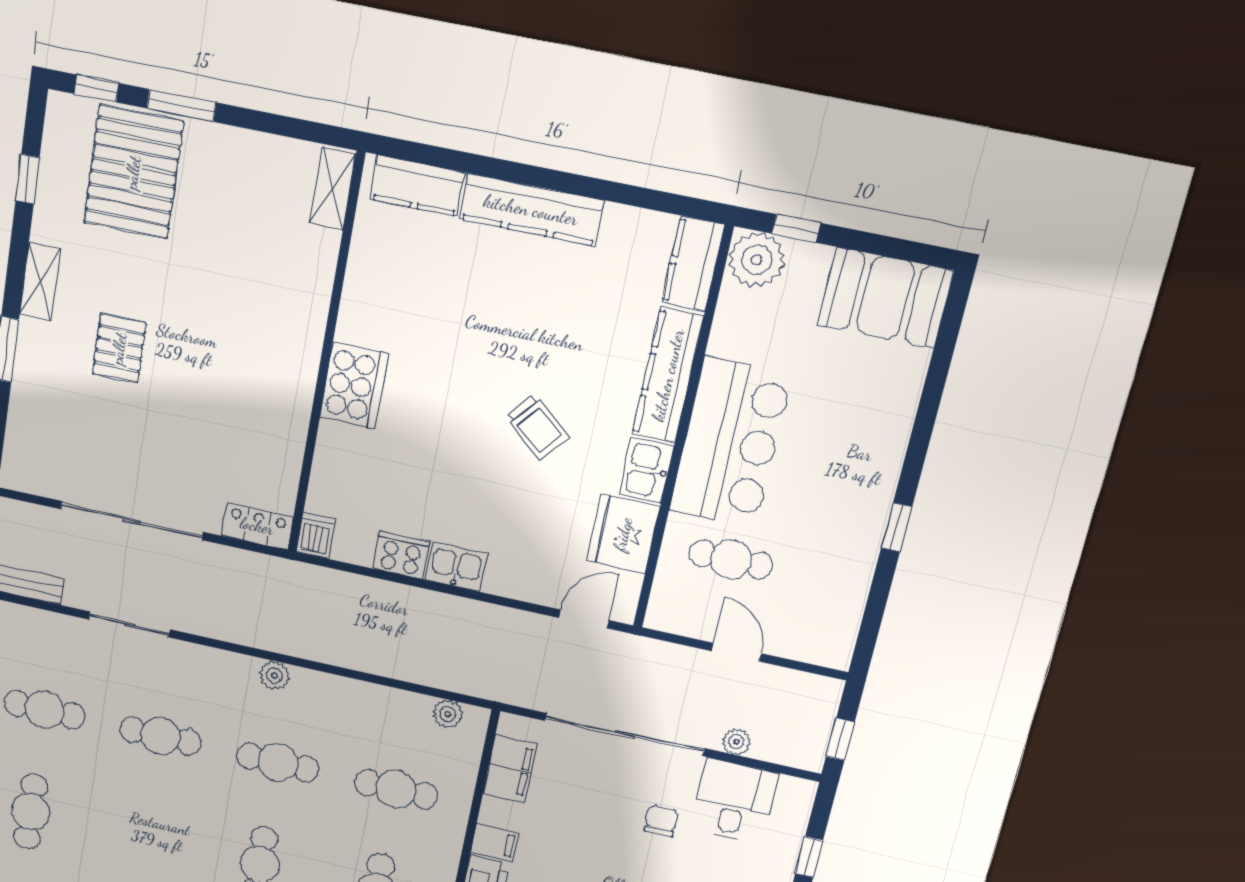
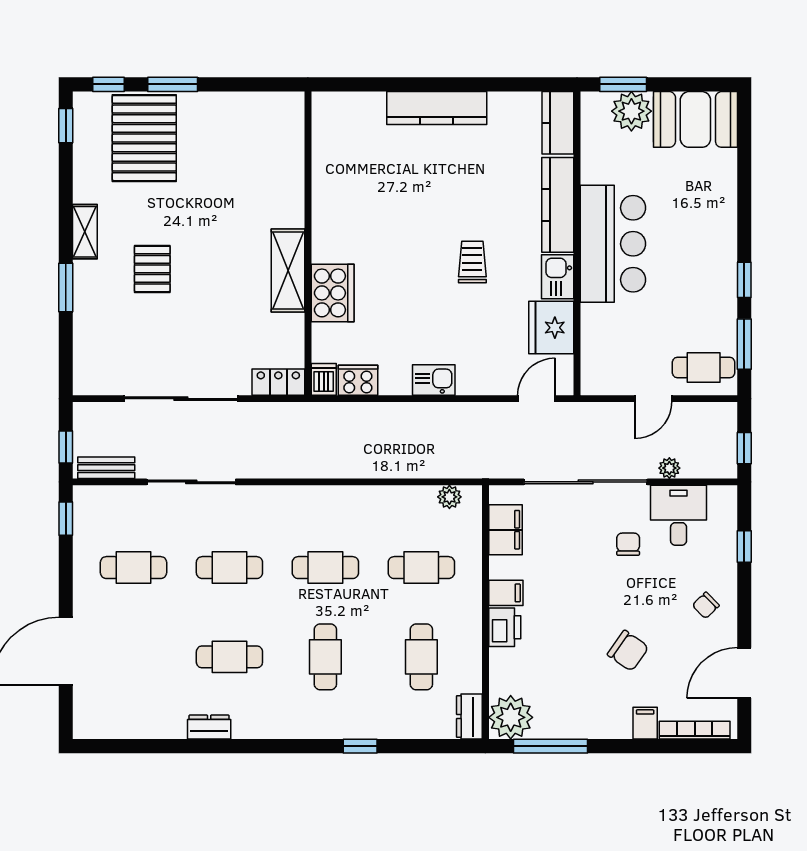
window: (27, 179) -> (66, 126), moved
kitchen counter: (417, 186) -> (353, 107), removed
shelving: (333, 189) -> (288, 271), moved, width x1.50, depth x1.33
window: (796, 228) -> (623, 84), width x1.50
plant: (757, 260) -> (631, 111), moved
cooker: (354, 386) -> (333, 293), moved
trolley: (537, 427) -> (472, 262), turned -130
cooker: (401, 555) -> (358, 380), moved
cafe table: (731, 559) -> (704, 367), moved
window: (875, 610) -> (744, 344), added
sliding door: (129, 624) -> (191, 482), width x1.37
door: (736, 652) -> (653, 399), swing flipped
plant: (274, 676) -> (311, 497), removed
cafe table: (31, 812) -> (229, 657), moved, turned 90

